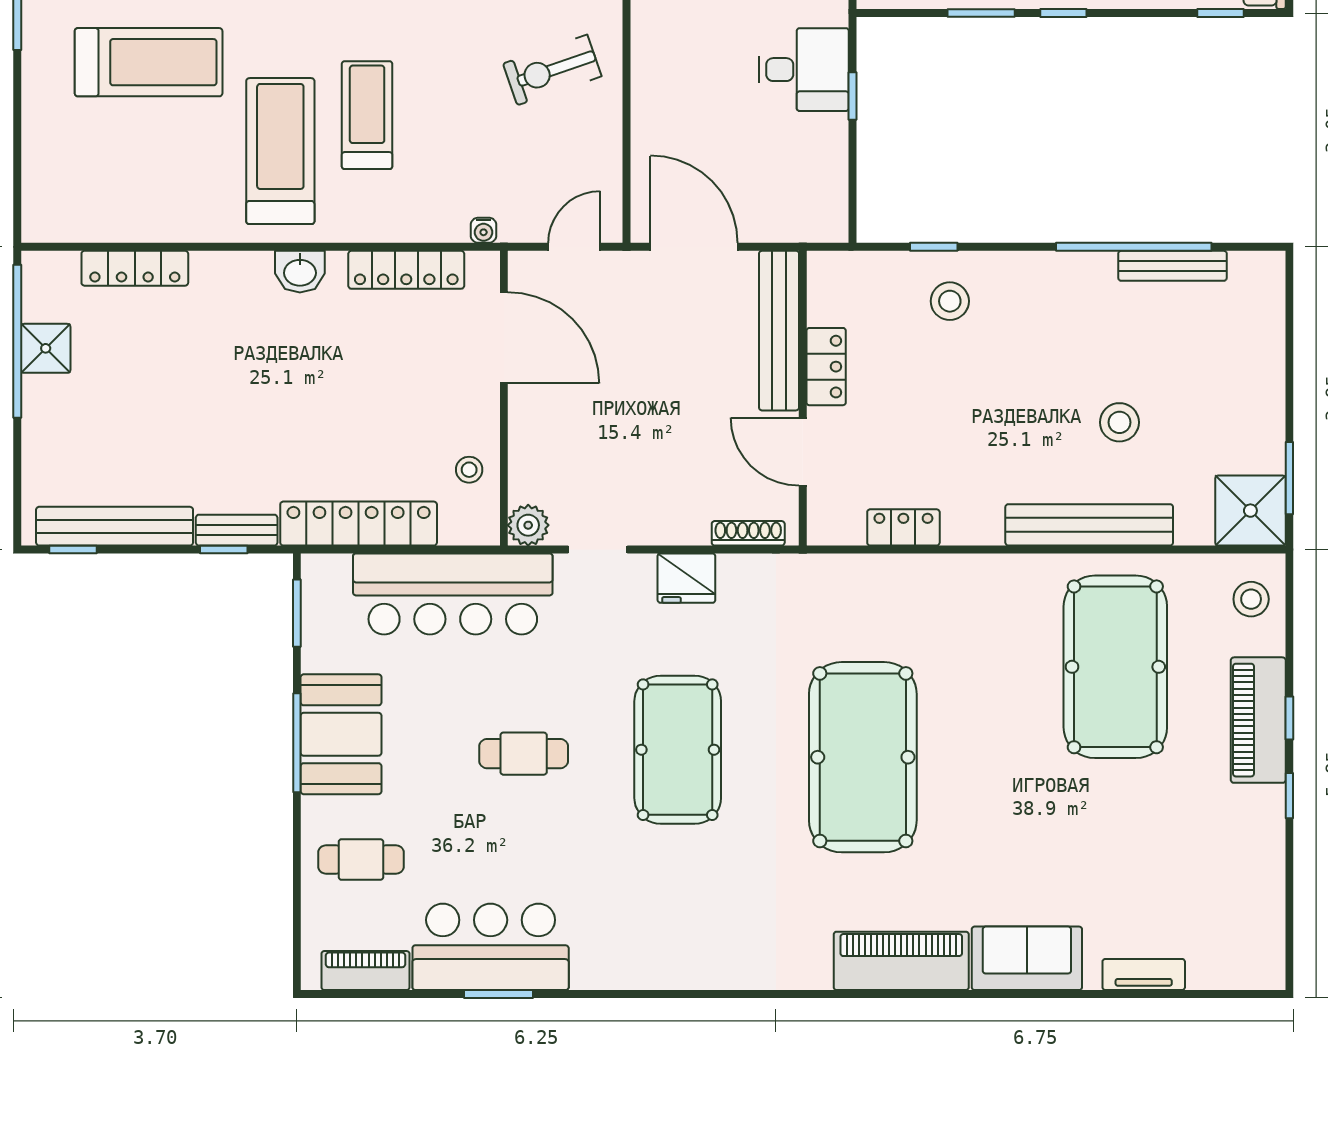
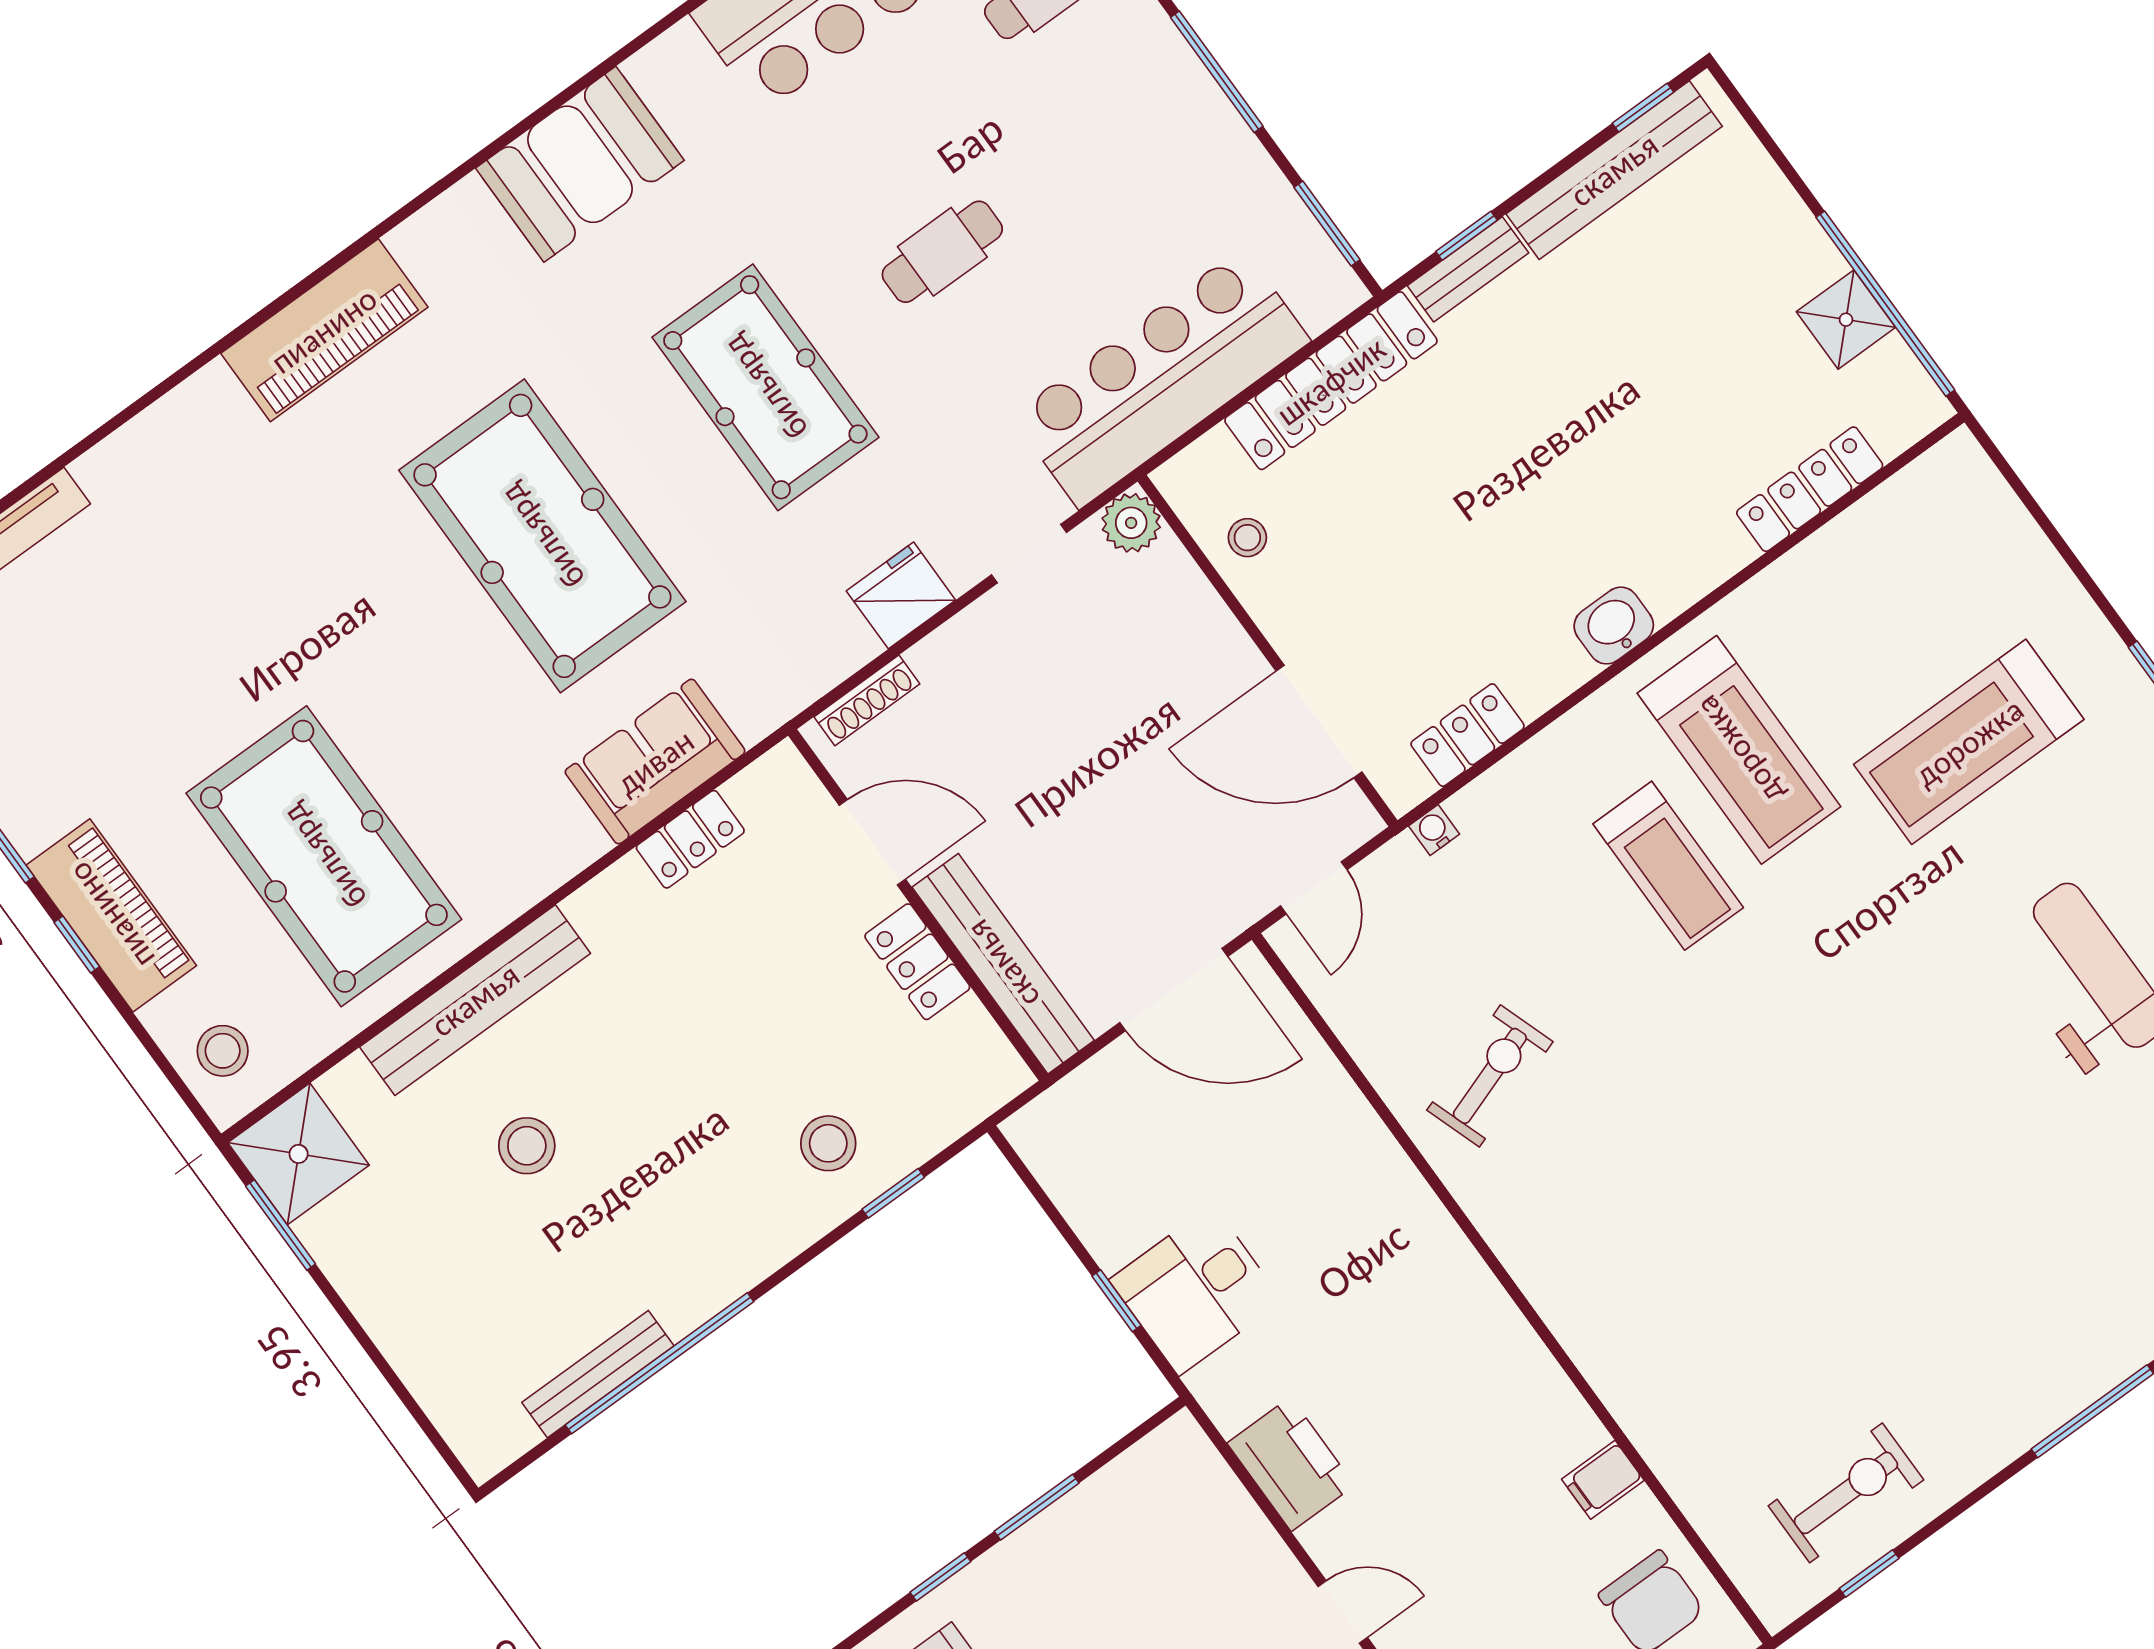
locker: (406, 270) -> (1468, 735), width x0.66
booth: (341, 734) -> (580, 164), moved, turned 90
sofa: (1027, 958) -> (655, 762), moved, turned 180

